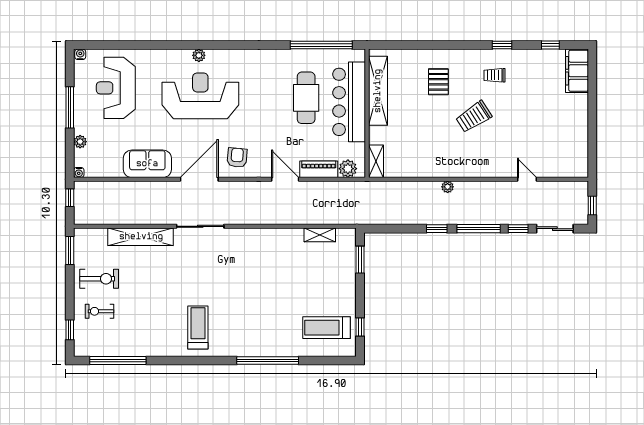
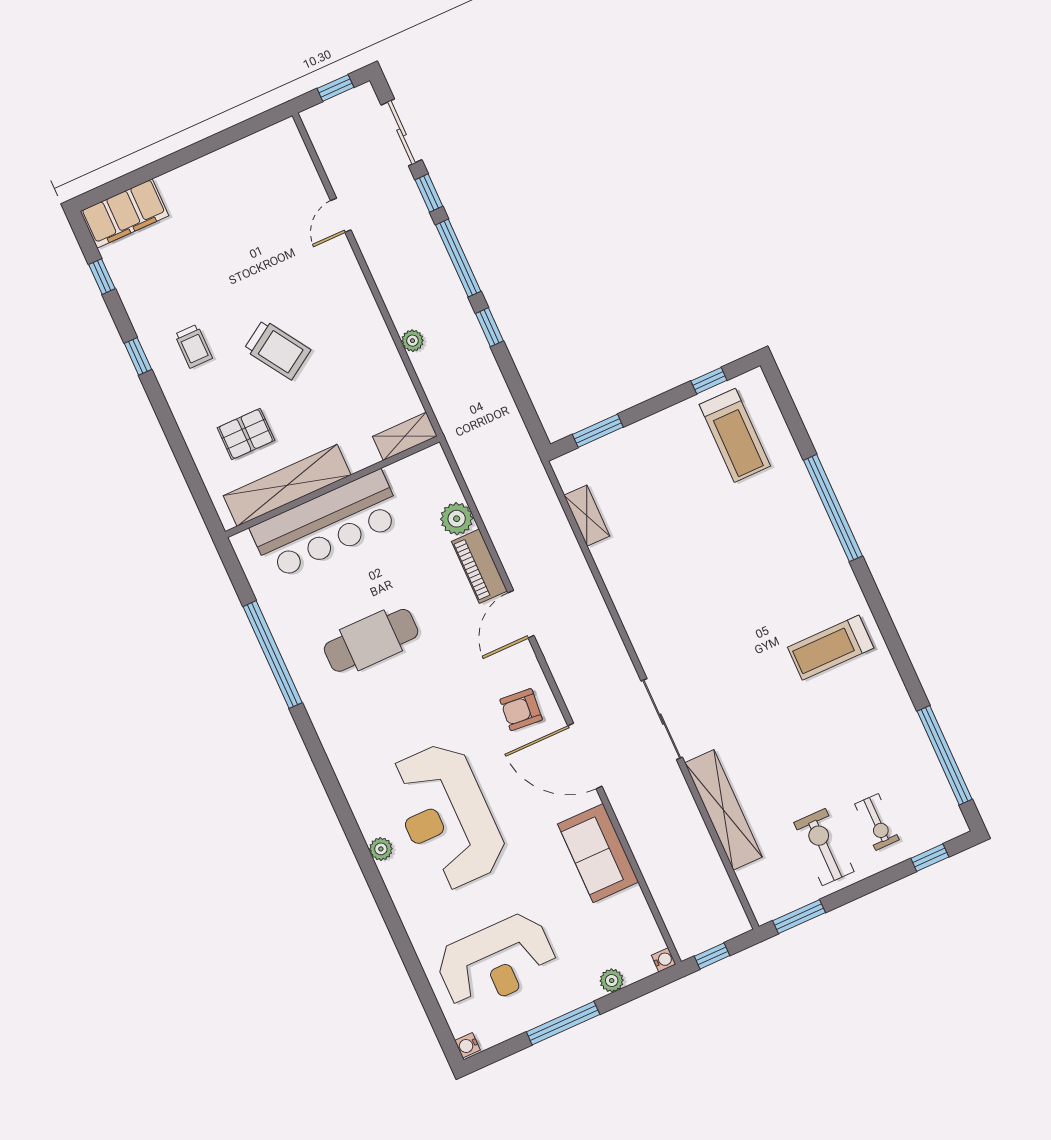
shelving: (378, 91) -> (287, 485), moved
bar counter: (349, 102) -> (327, 525), moved
wall: (367, 113) -> (332, 487), moved
shelving: (376, 161) -> (405, 436), moved

